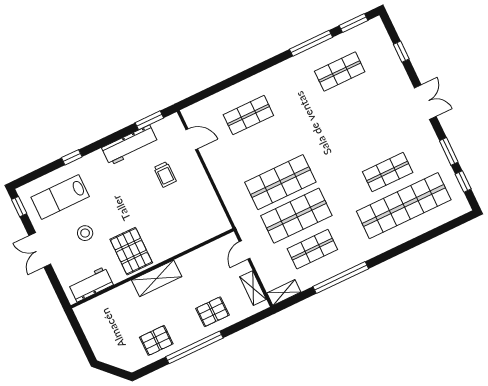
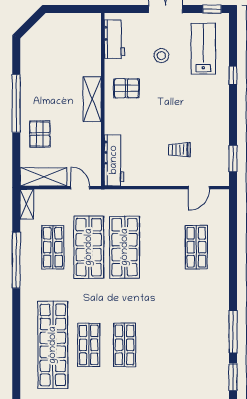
shop shelf: (340, 72) -> (125, 345), moved
workbench: (130, 145) -> (114, 160), moved, turned 180
pallet: (131, 251) -> (126, 88), width x0.67, depth x0.71
shelving: (253, 288) -> (44, 177), width x1.50, depth x1.33
pallet: (156, 340) -> (38, 73), removed

